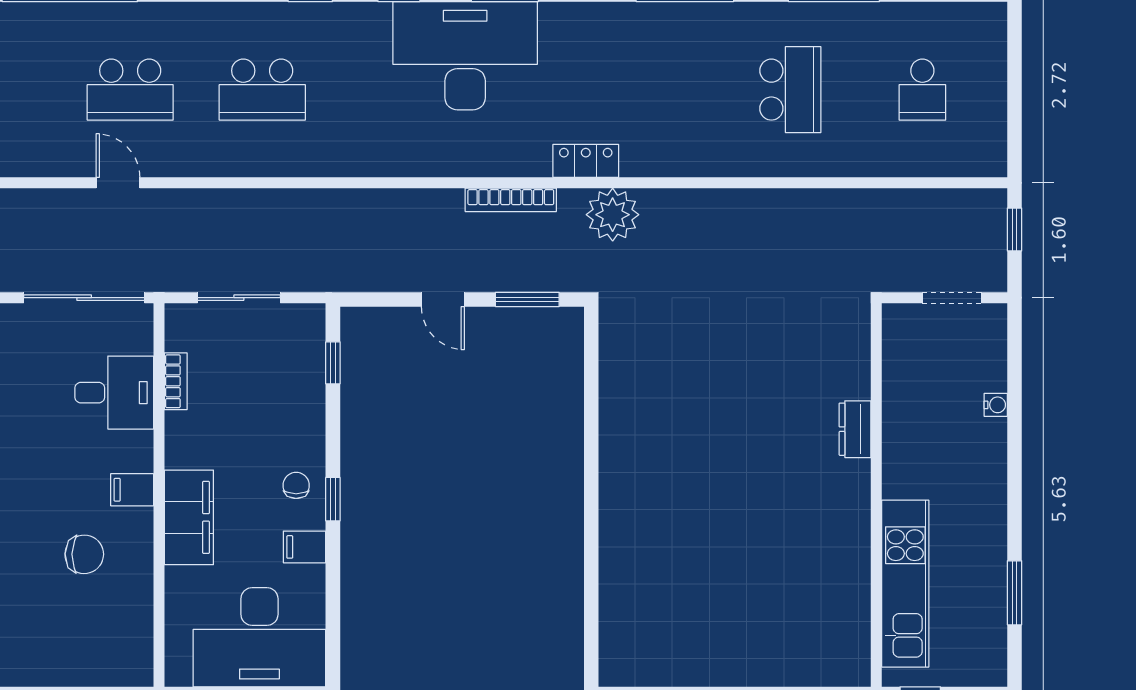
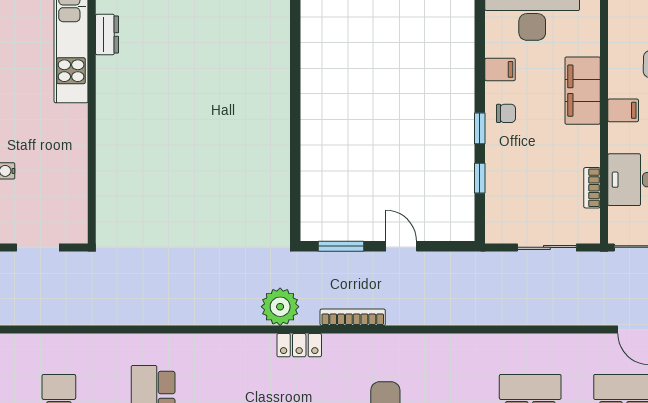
window: (333, 363) -> (480, 178), moved
dresser: (855, 429) -> (107, 34), moved
chair: (296, 485) -> (506, 113), turned -90
window: (333, 499) -> (480, 128), moved

